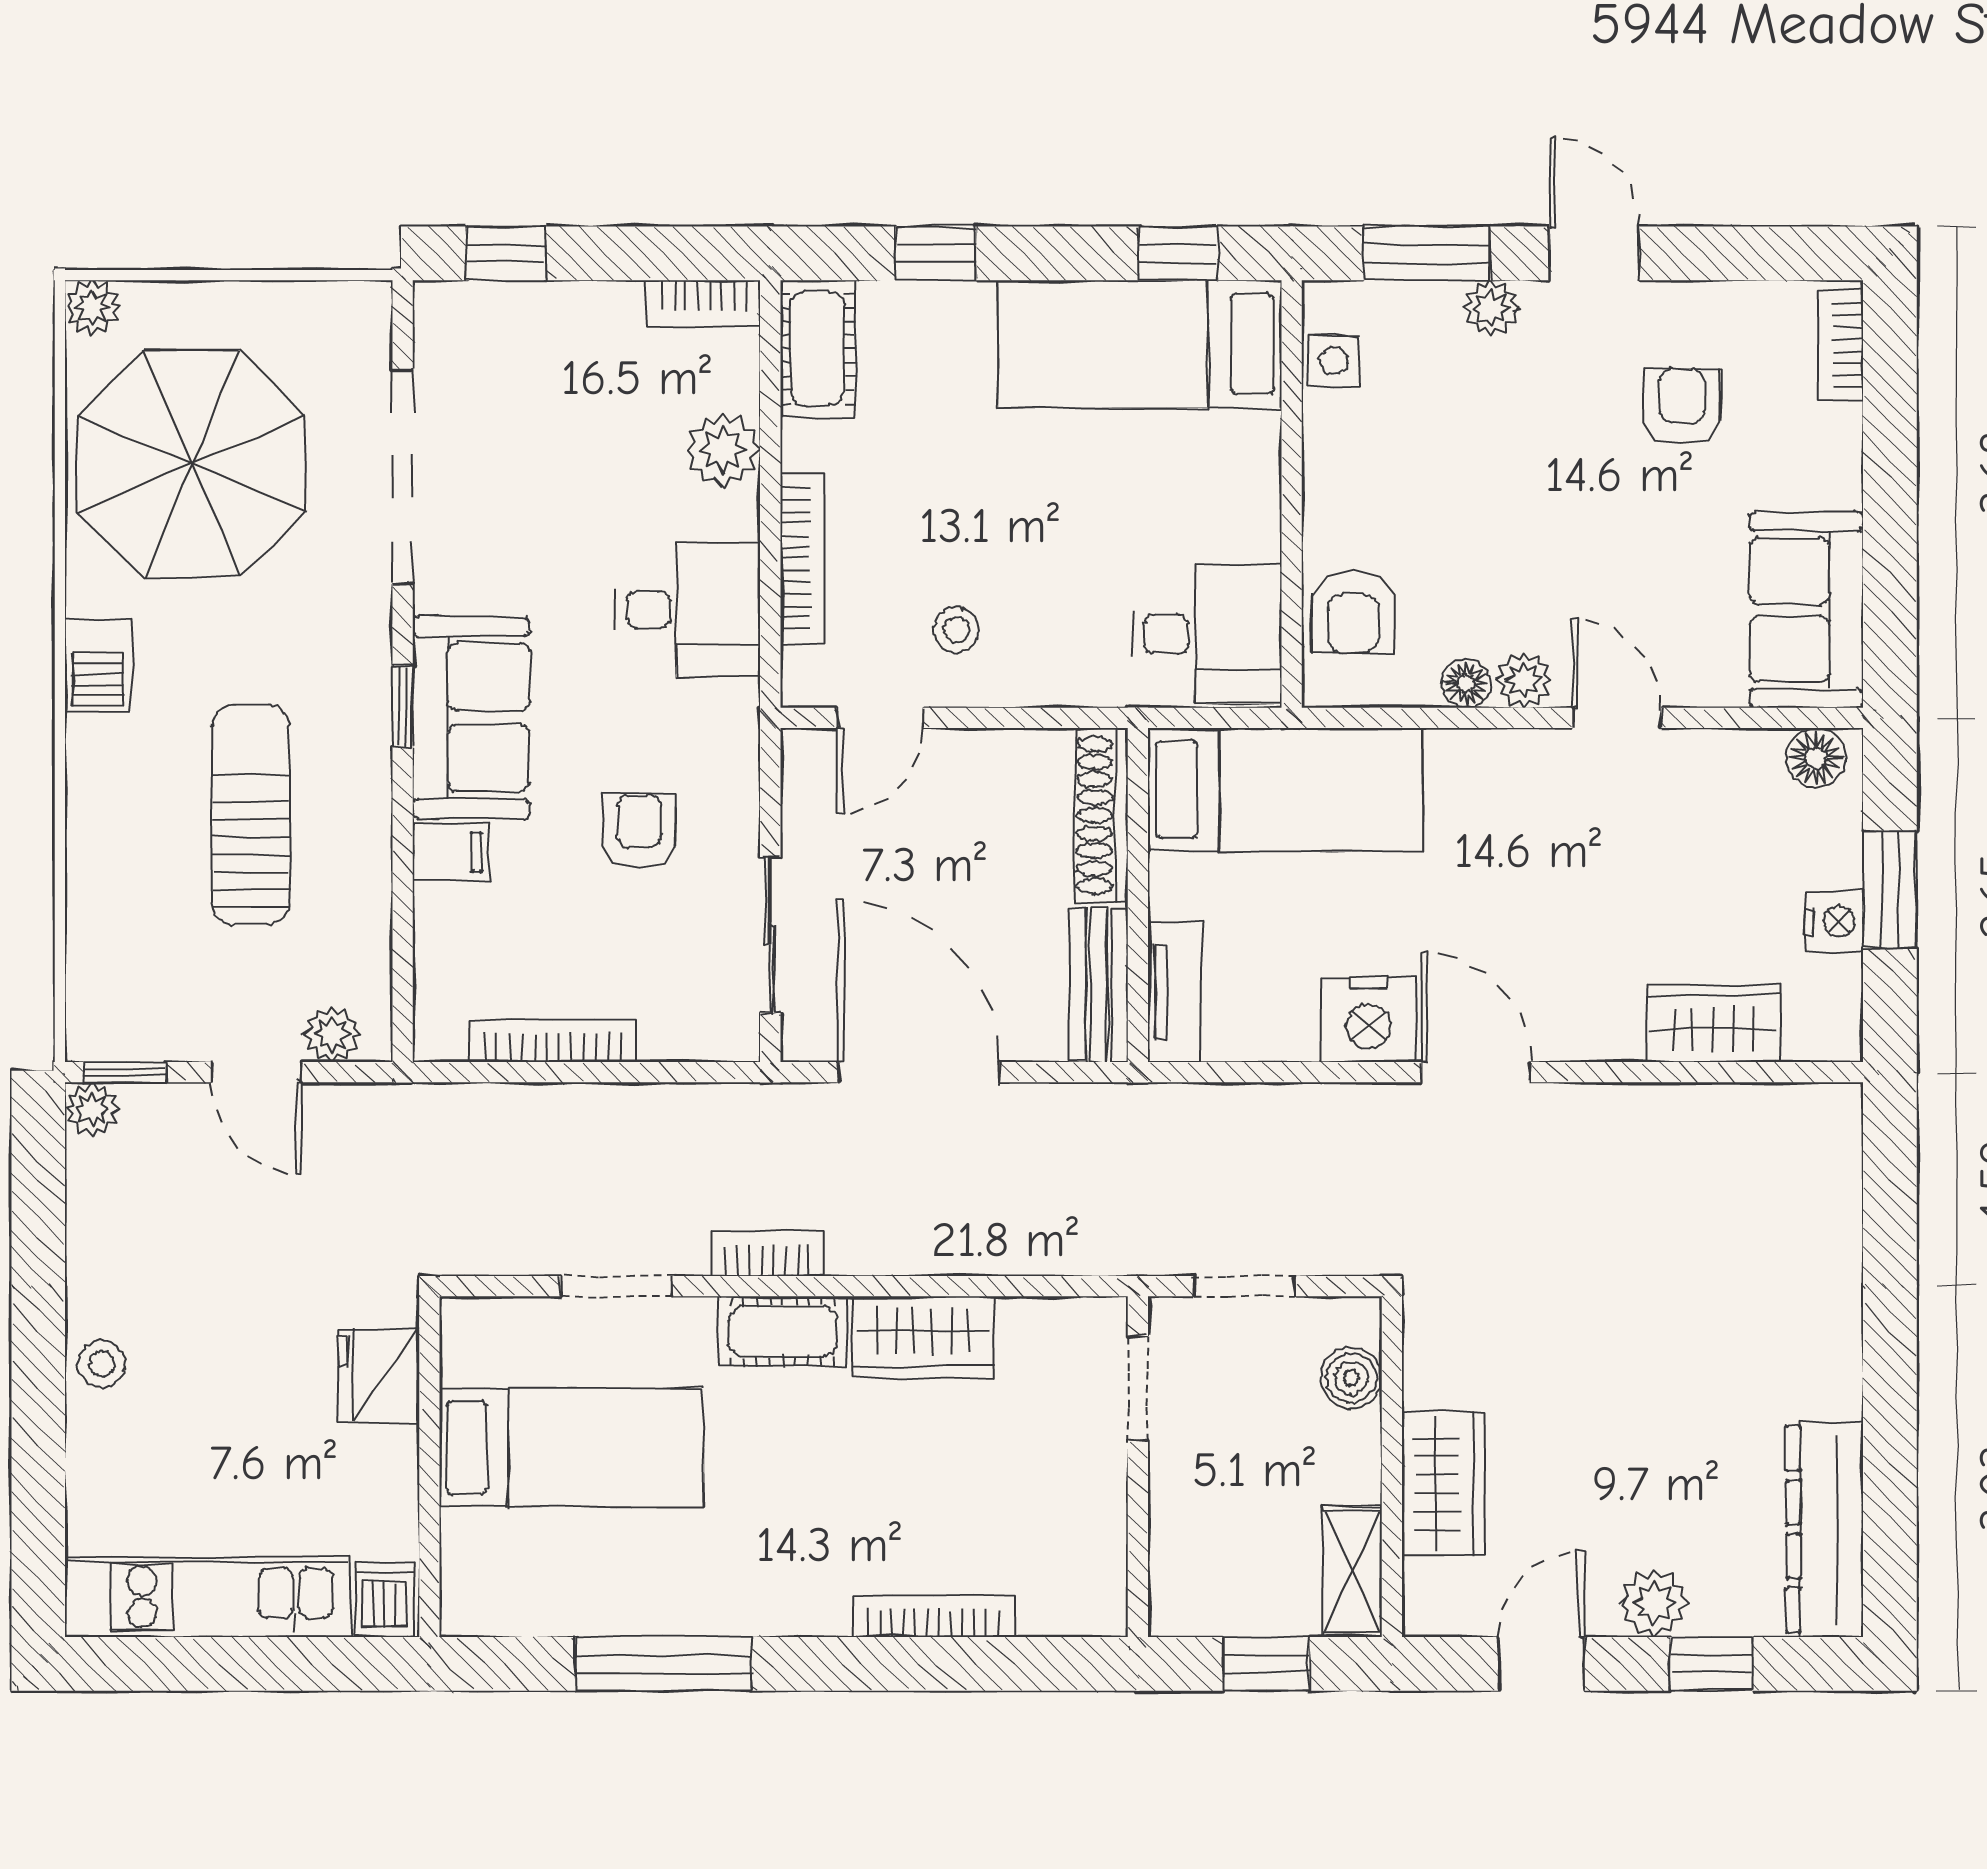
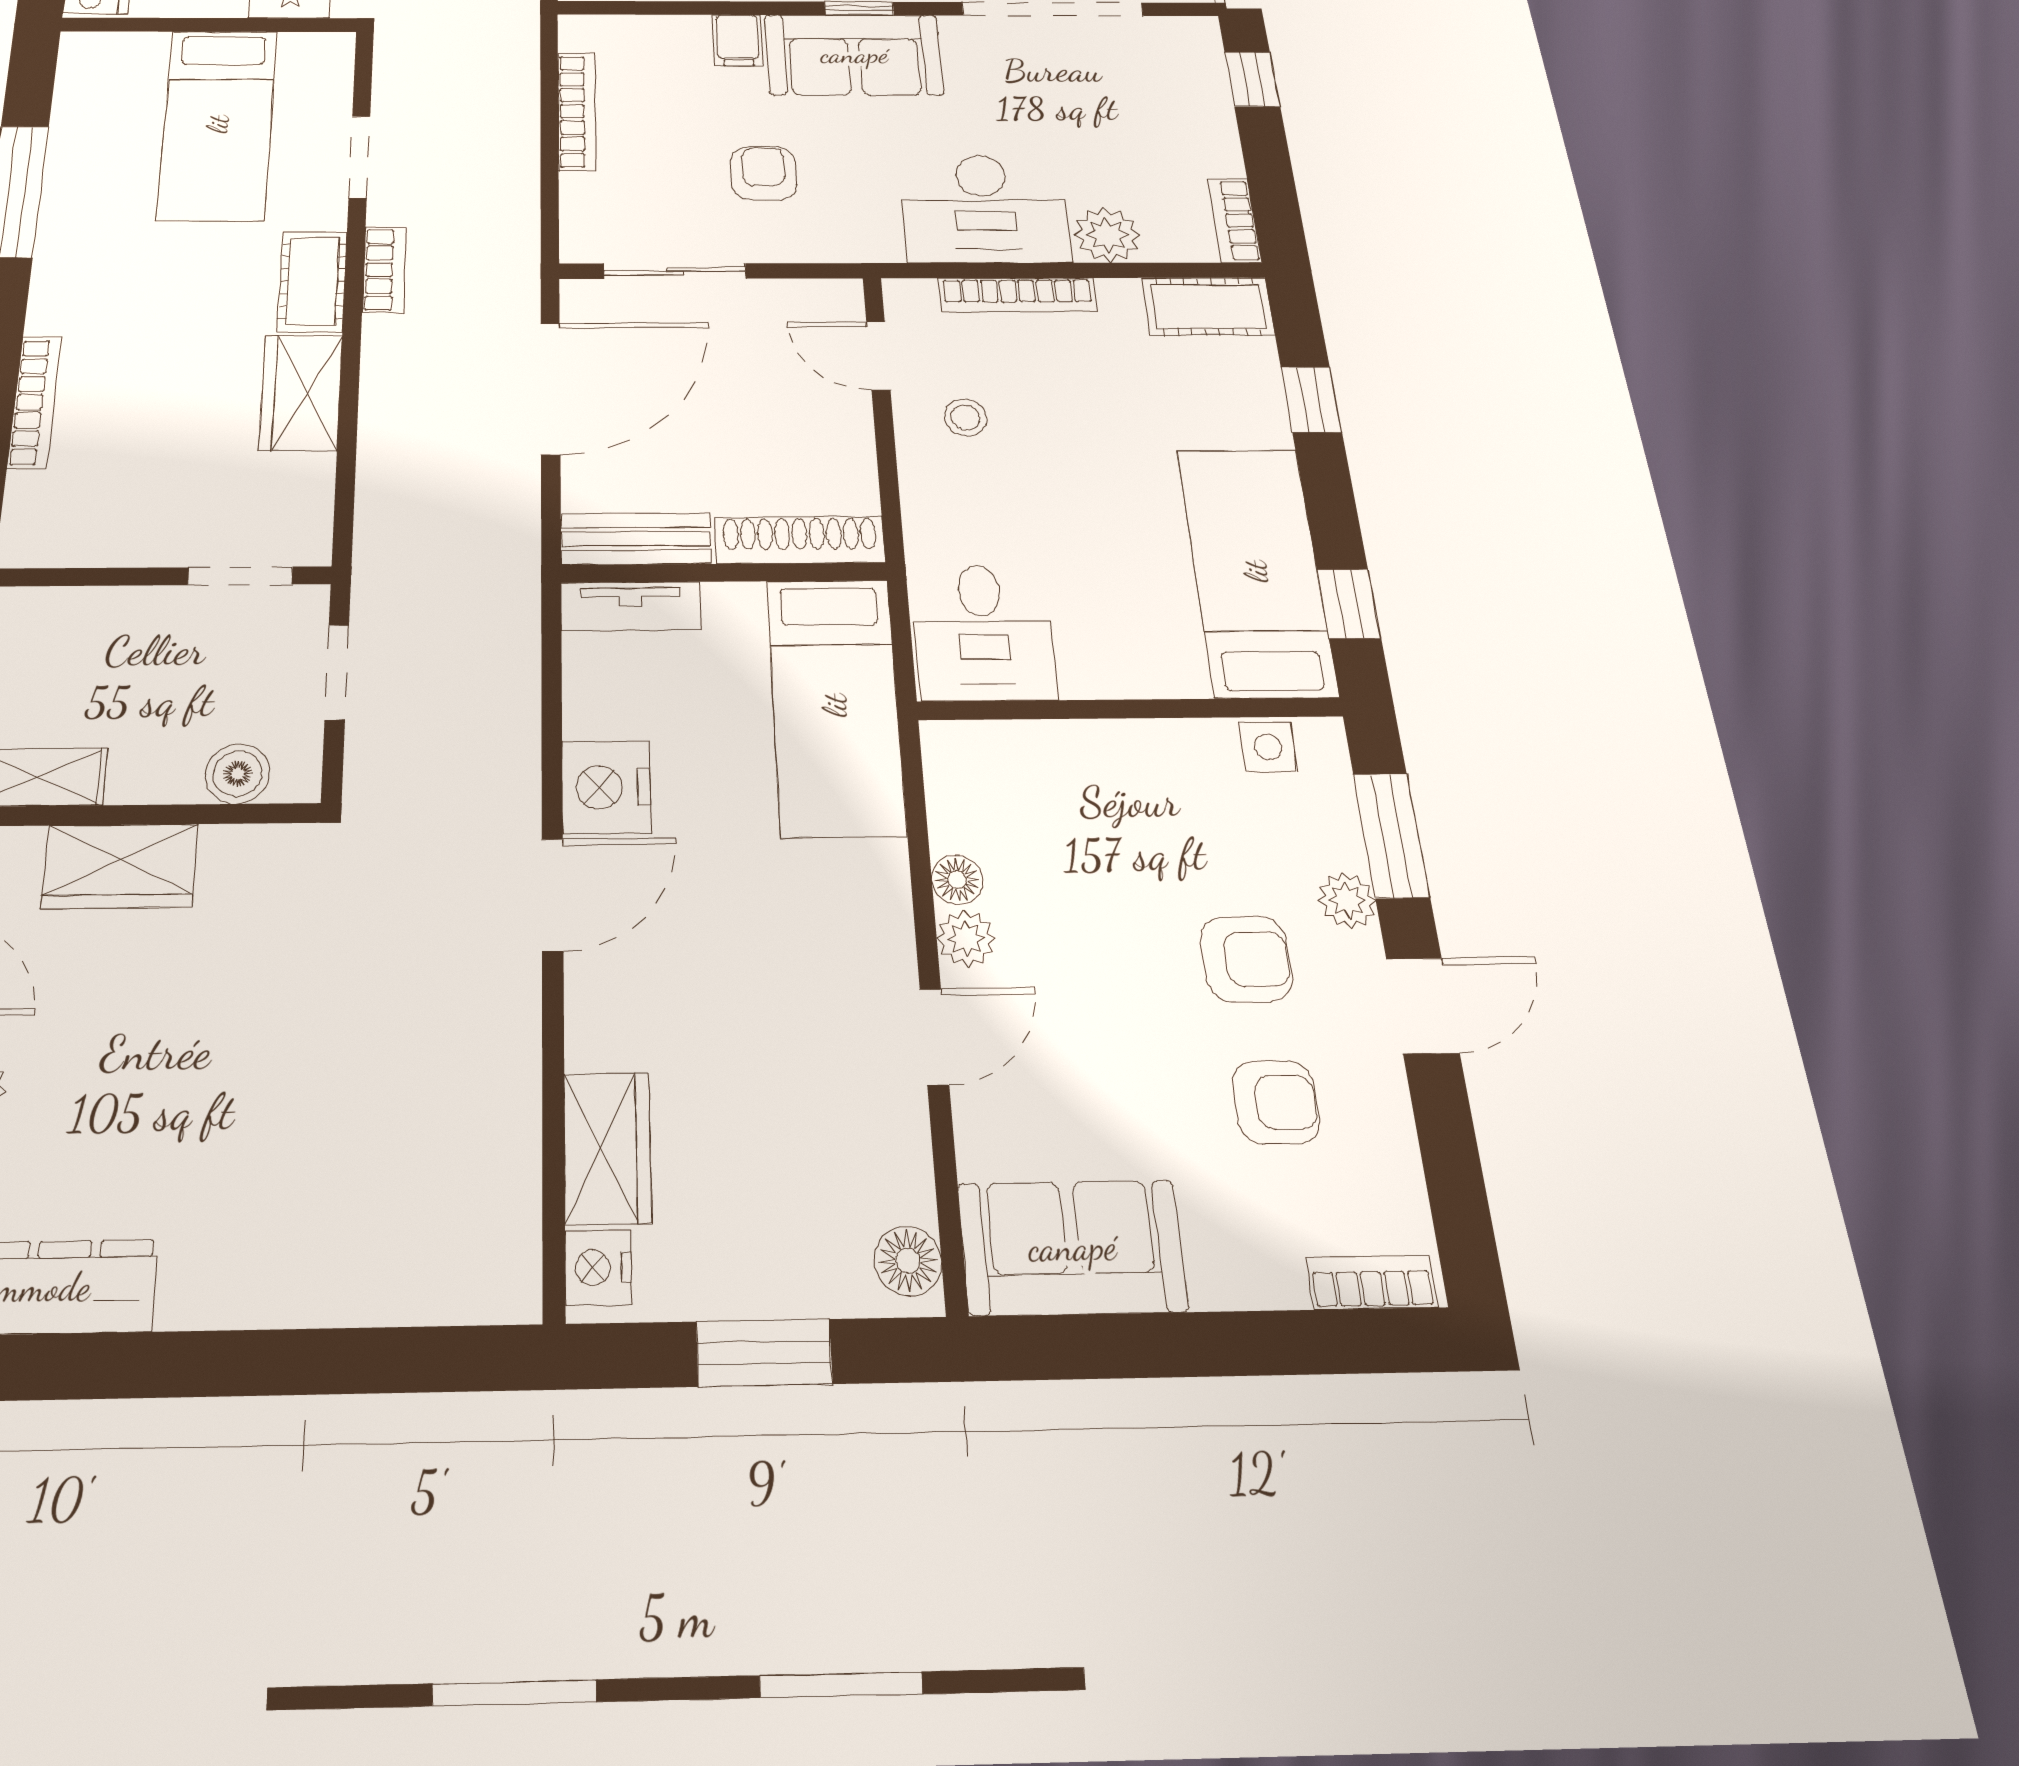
desk: (688, 610) -> (984, 209), width x1.37
armchair: (1353, 612) -> (1246, 959), moved, turned 180
armchair: (639, 831) -> (763, 173), turned -90
nightstand: (1834, 921) -> (598, 1268), moved, turned 90

